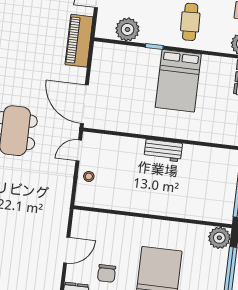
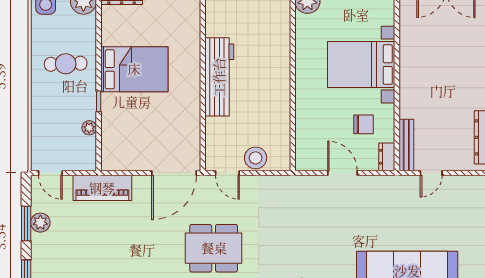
plant: (127, 29) -> (89, 128), width x0.53, depth x0.53
workbench: (163, 151) -> (219, 77), width x1.88, depth x1.32
stool: (89, 176) -> (256, 158), width x1.89, depth x1.89

